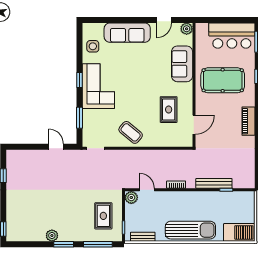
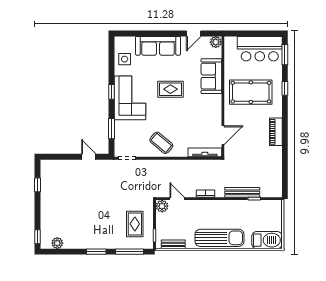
rug: (169, 110) -> (170, 89), moved, turned 90
tv unit: (175, 142) -> (205, 152), added
plant: (52, 236) -> (57, 243), moved

